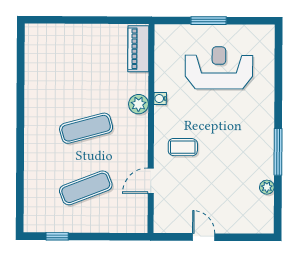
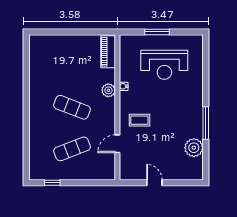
reception desk: (219, 68) -> (164, 65), turned 180
exercise mat: (86, 128) -> (72, 107), turned 36
plant: (267, 187) -> (194, 148), width x1.88, depth x1.88

